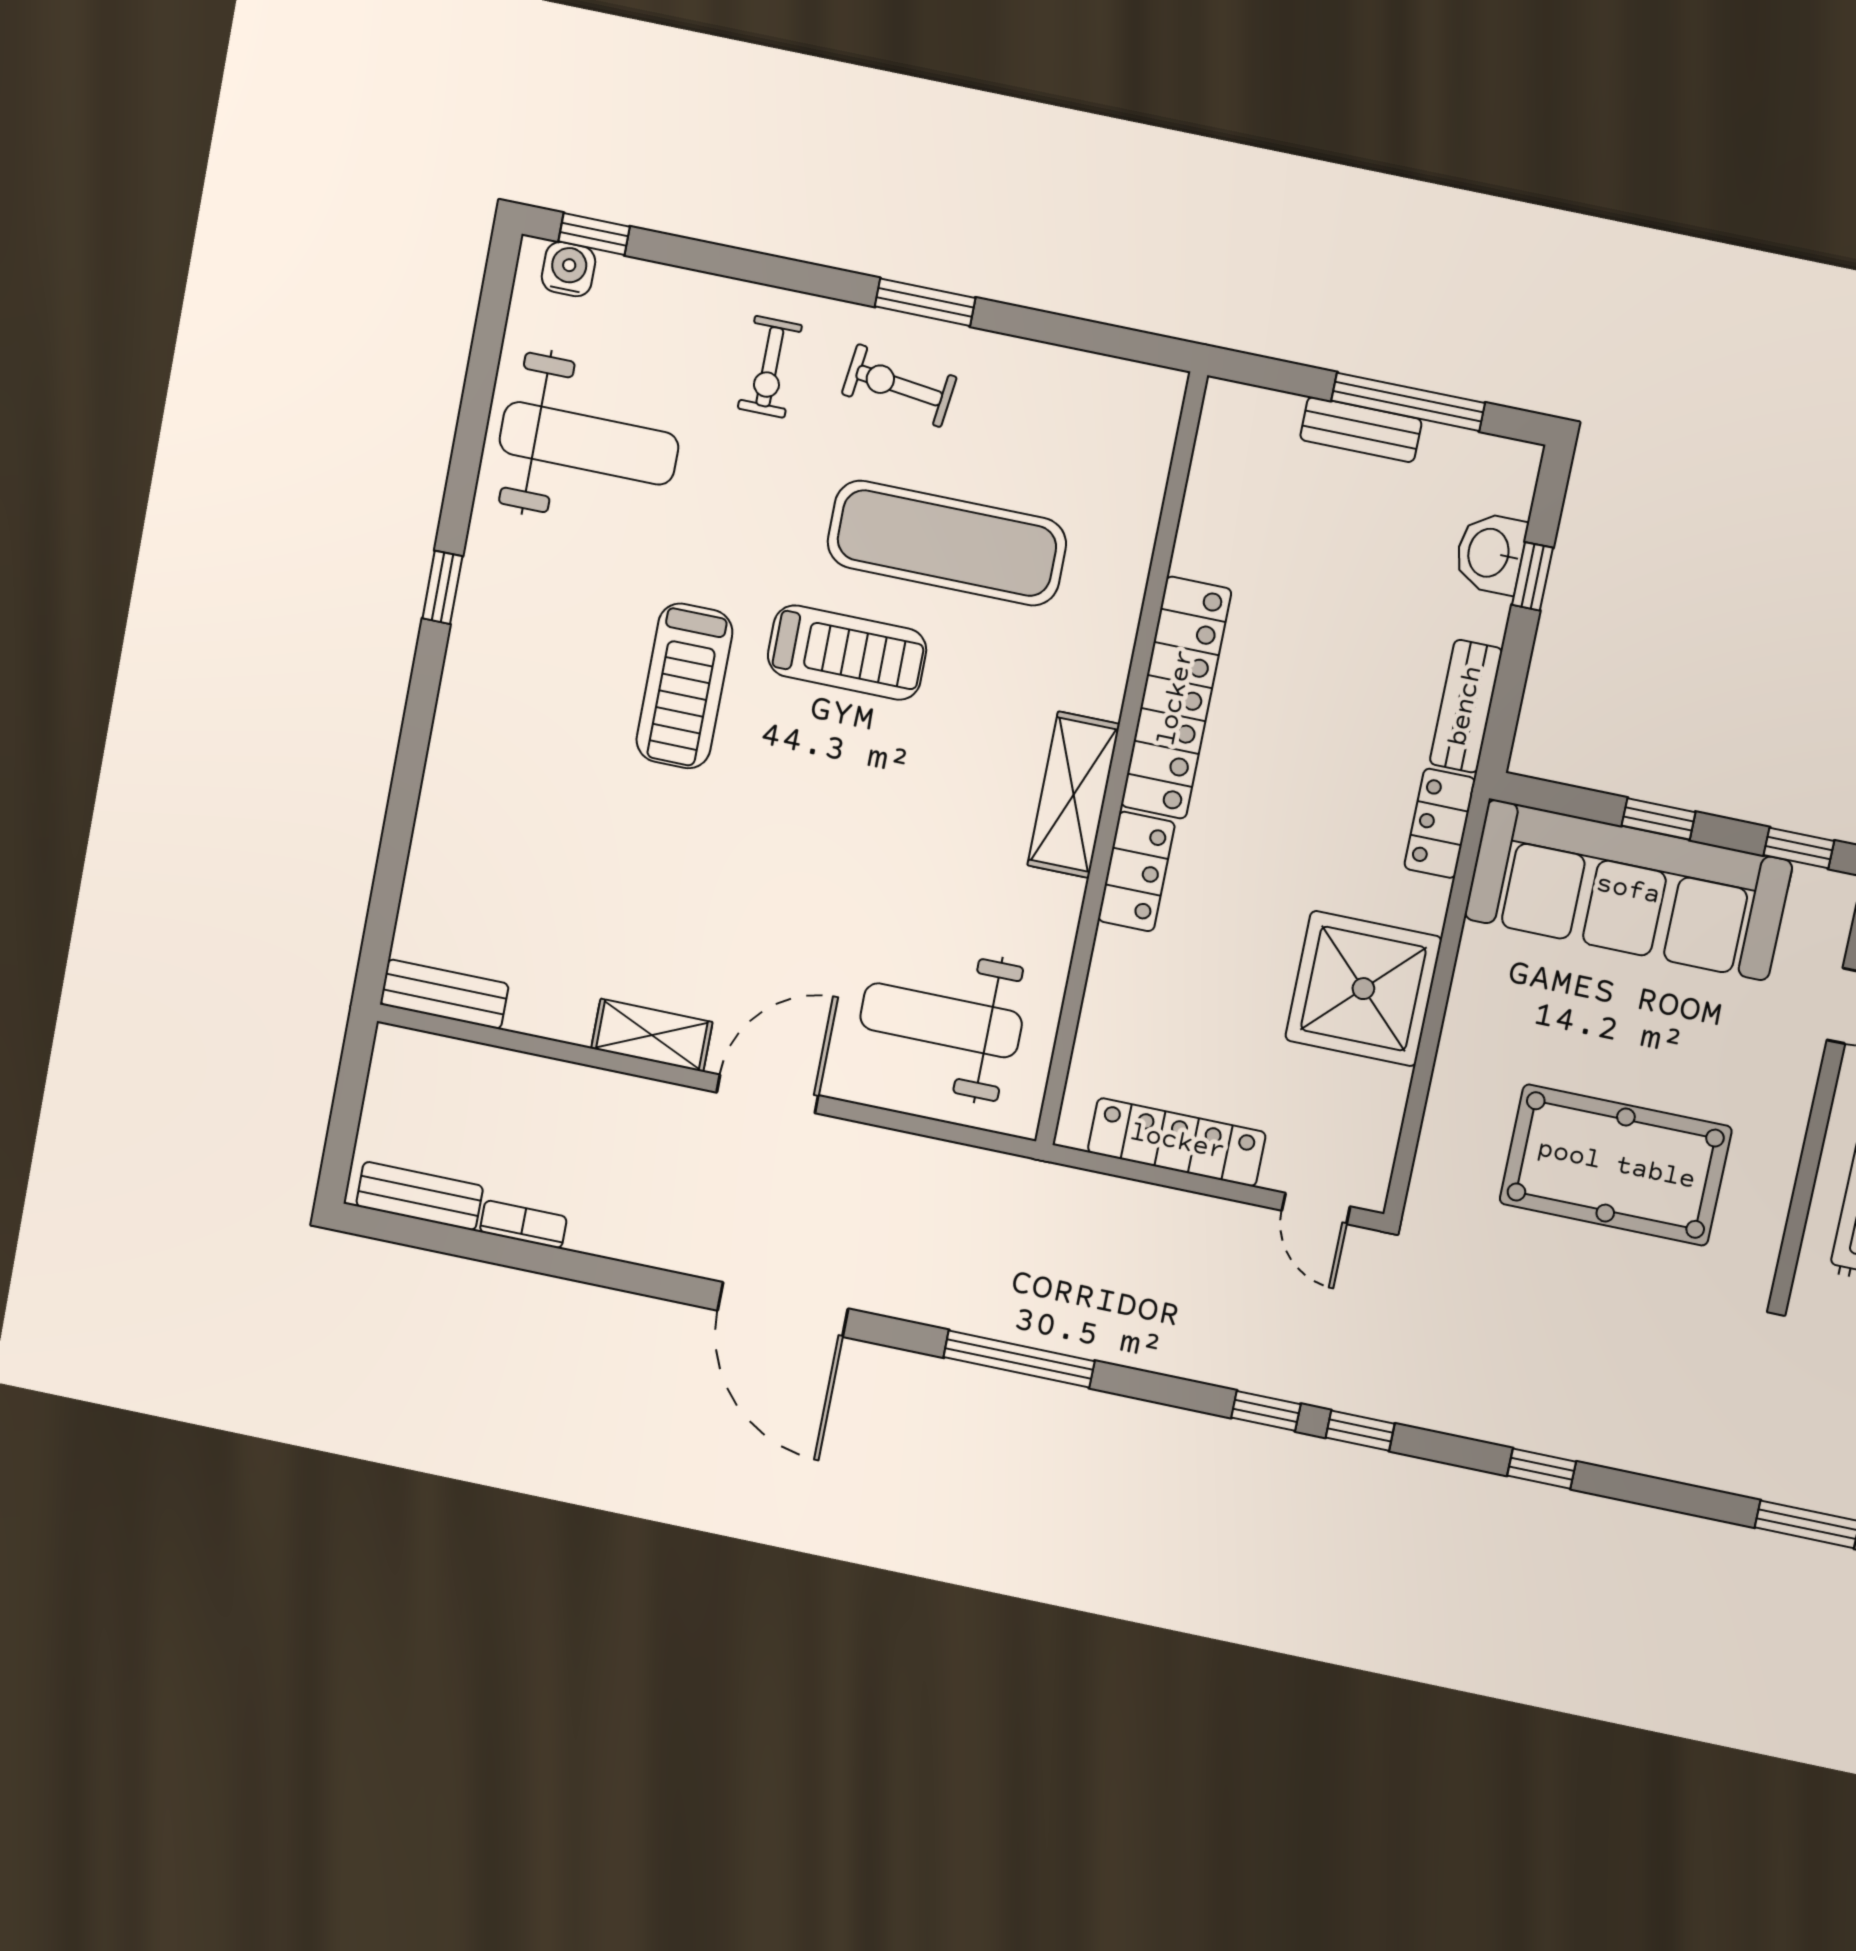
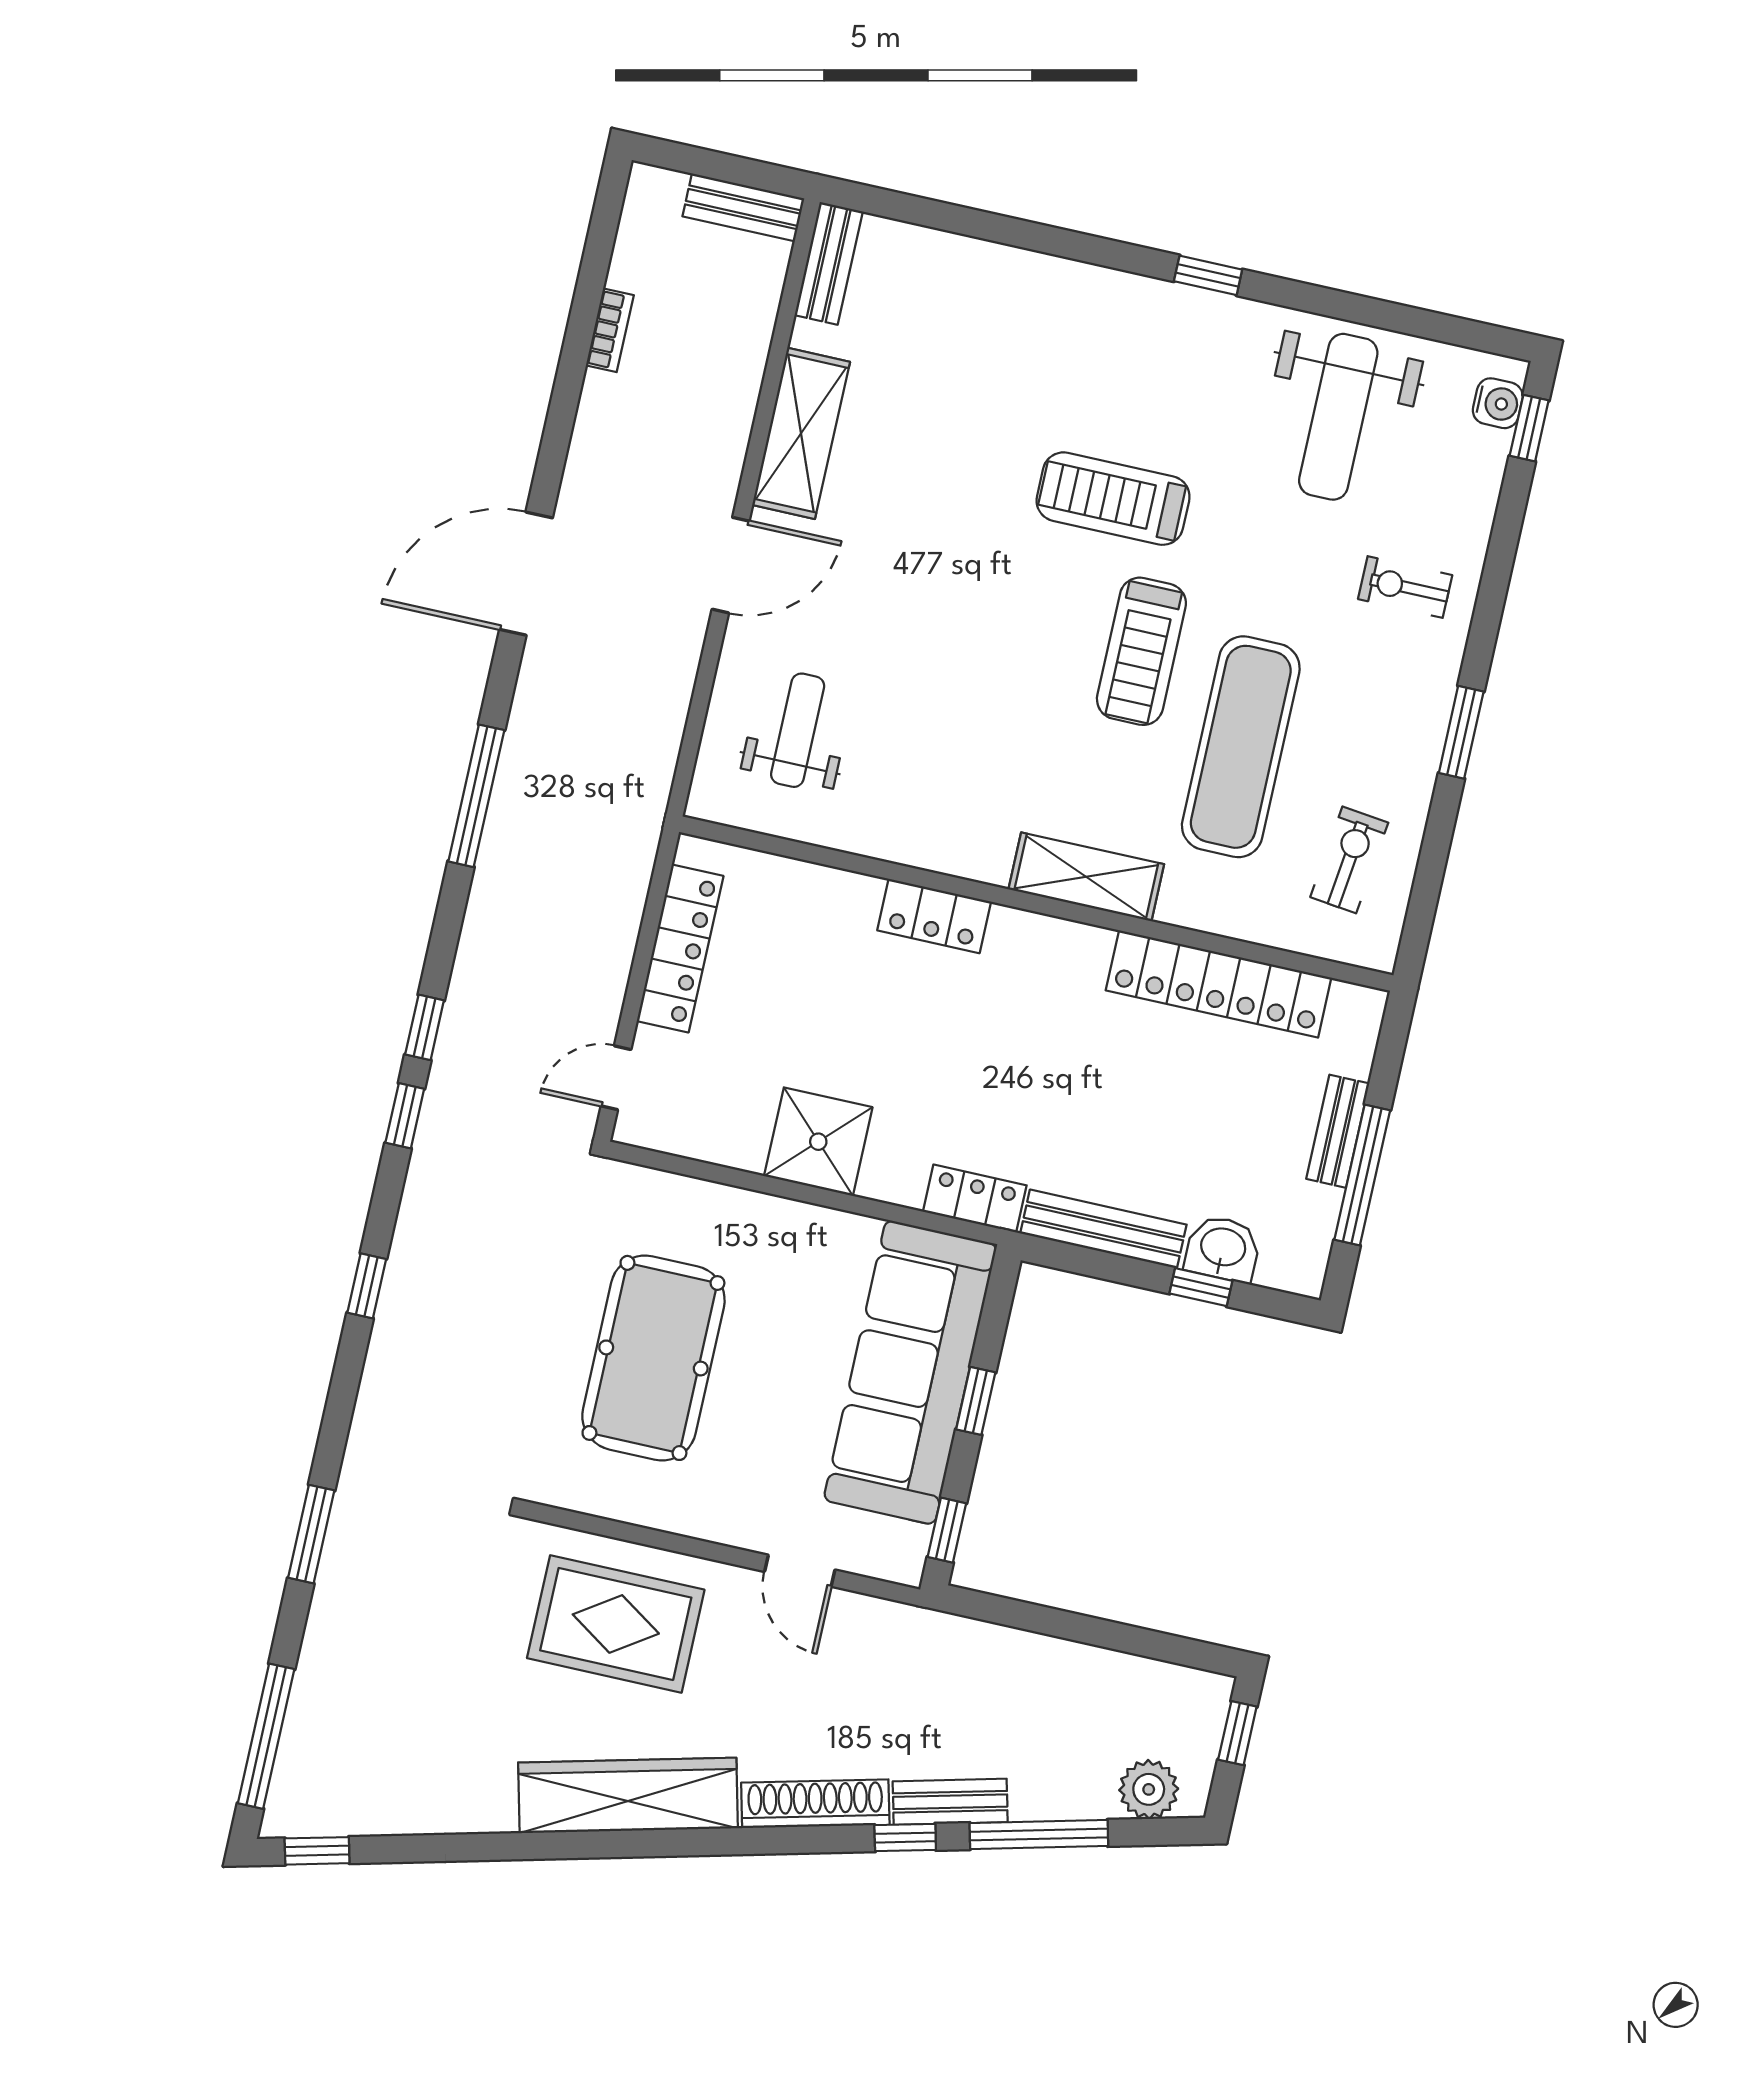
exercise bike: (899, 386) -> (1349, 860), moved
locker: (1176, 698) -> (1219, 984), moved
bench: (1466, 706) -> (1103, 1229), width x1.36
shelving: (1074, 795) -> (1086, 877), moved
shower: (1363, 989) -> (818, 1142), width x0.73, depth x0.73
weight bench: (941, 1020) -> (798, 730), width x0.73, depth x0.75
shelving: (652, 1035) -> (801, 433), width x1.50, depth x1.33
door: (768, 1094) -> (731, 565), hinge flipped
bench: (420, 1196) -> (743, 207), moved, turned 90

